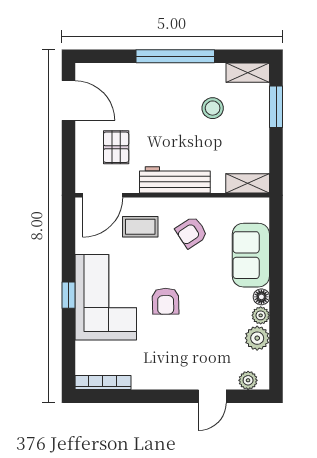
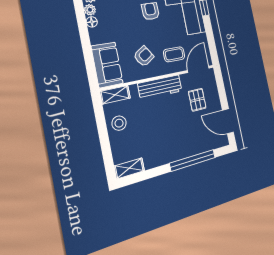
window: (175, 56) -> (193, 160), moved
window: (276, 107) -> (106, 151), removed
stool: (213, 108) -> (119, 123), moved
sofa: (251, 255) -> (107, 65), moved

